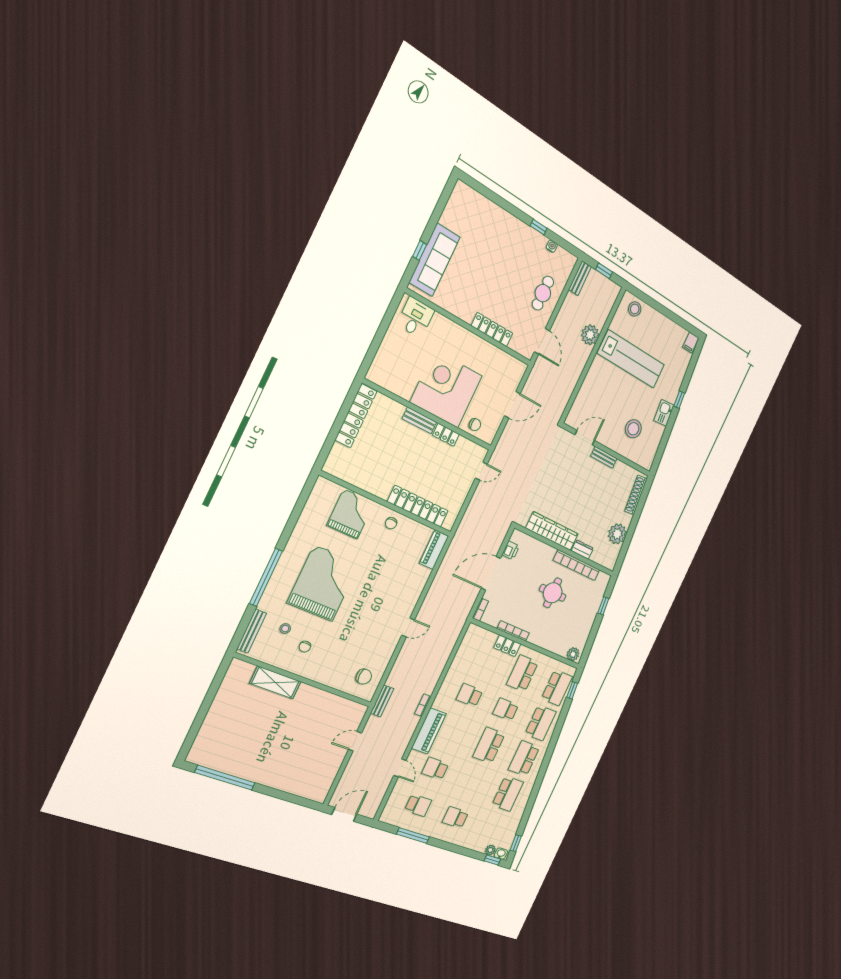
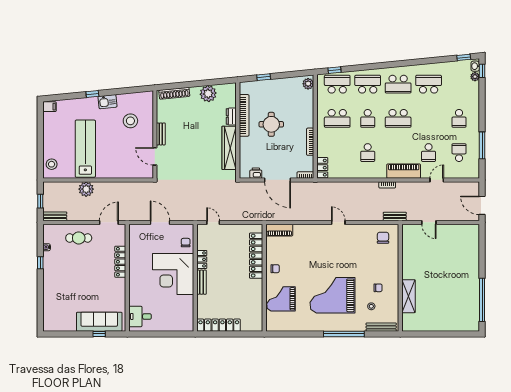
locker: (507, 646) -> (322, 168), moved

